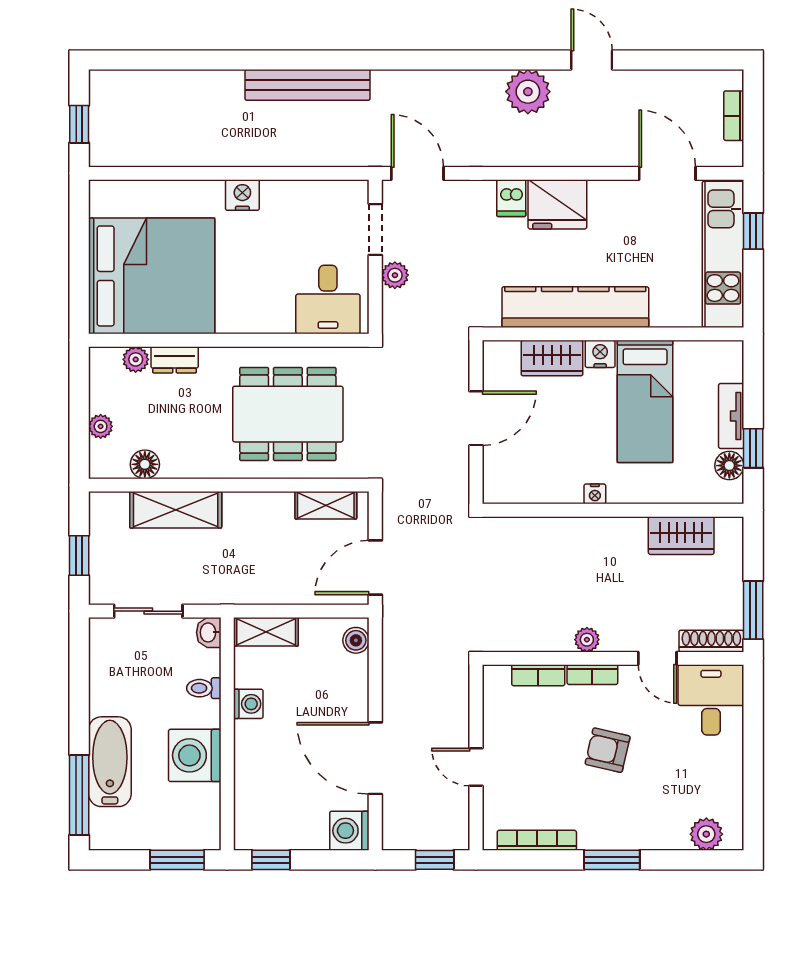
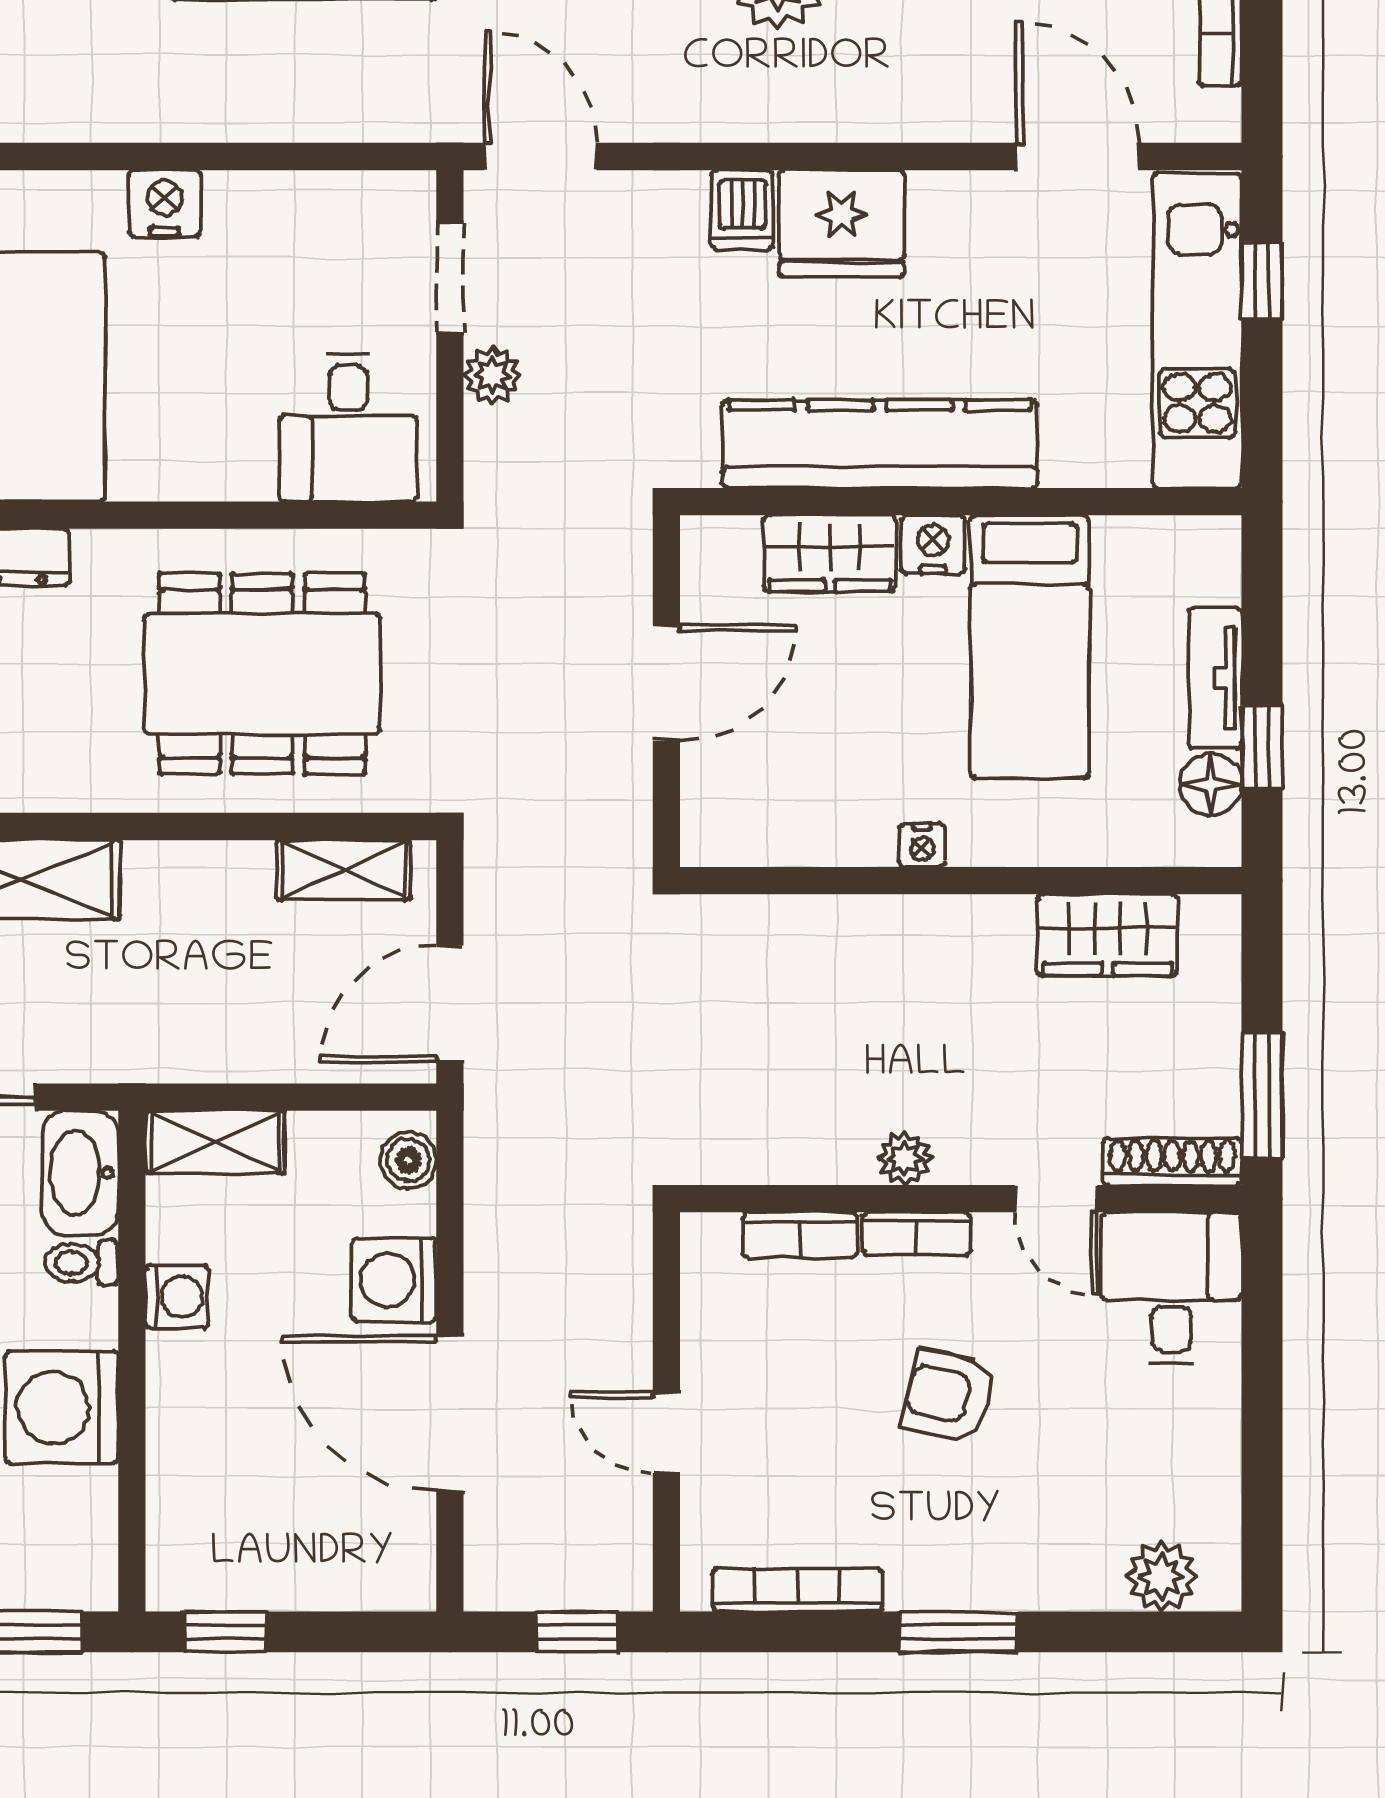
washbasin: (209, 632) -> (80, 1173), width x1.91, depth x1.45
washing machine: (349, 831) -> (394, 1280), moved

